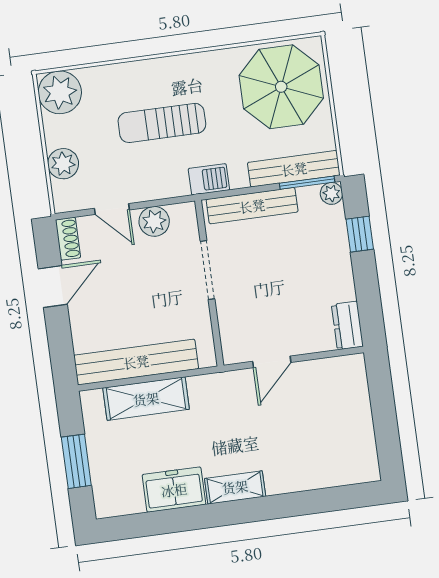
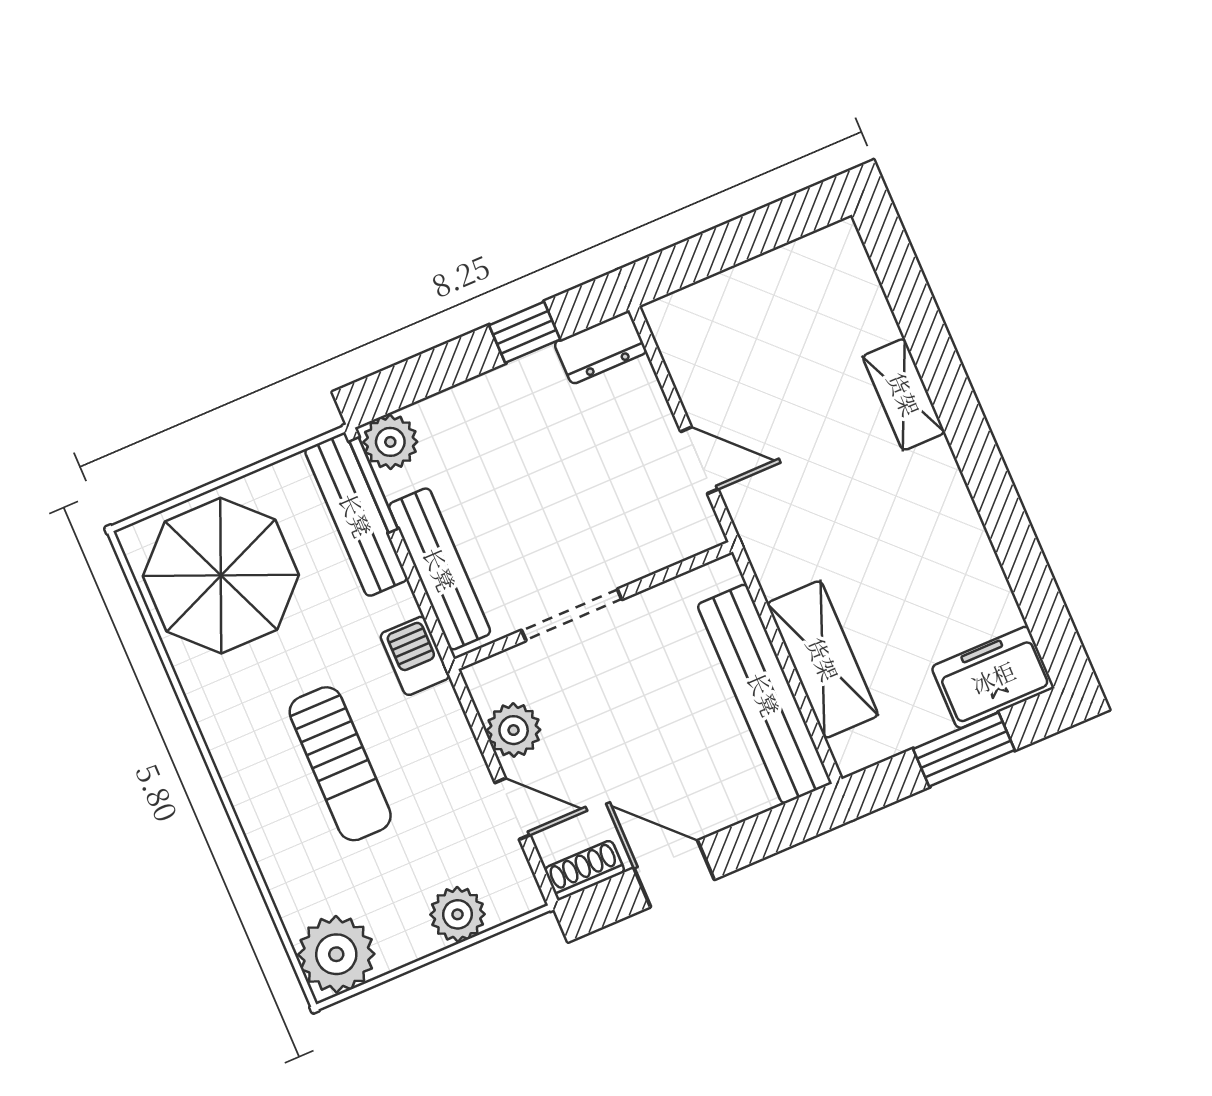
plant: (331, 193) -> (390, 442), width x1.38, depth x1.38
door: (112, 209) -> (512, 809), hinge flipped
window: (360, 234) -> (525, 332), moved
shelving: (235, 487) -> (904, 394), moved
freezer: (174, 490) -> (993, 677), moved, turned 90

